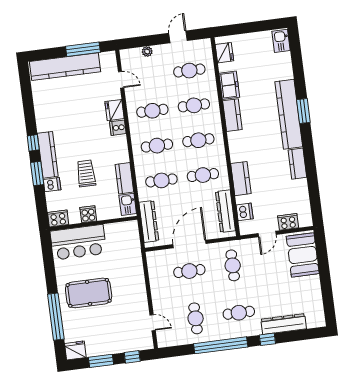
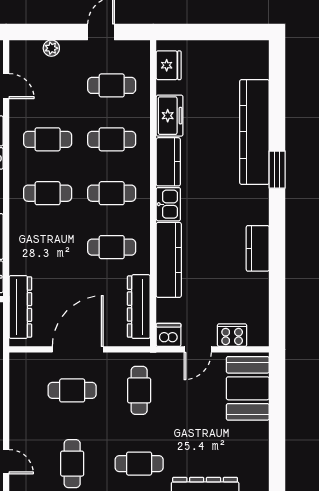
kitchen sink: (281, 41) -> (168, 204), moved, turned 180
kitchen counter: (289, 114) -> (254, 132), moved
kitchen counter: (241, 179) -> (169, 260), width x1.50
cafe table: (161, 180) -> (48, 247), removed
dishwasher: (245, 212) -> (169, 335), moved, turned -90

